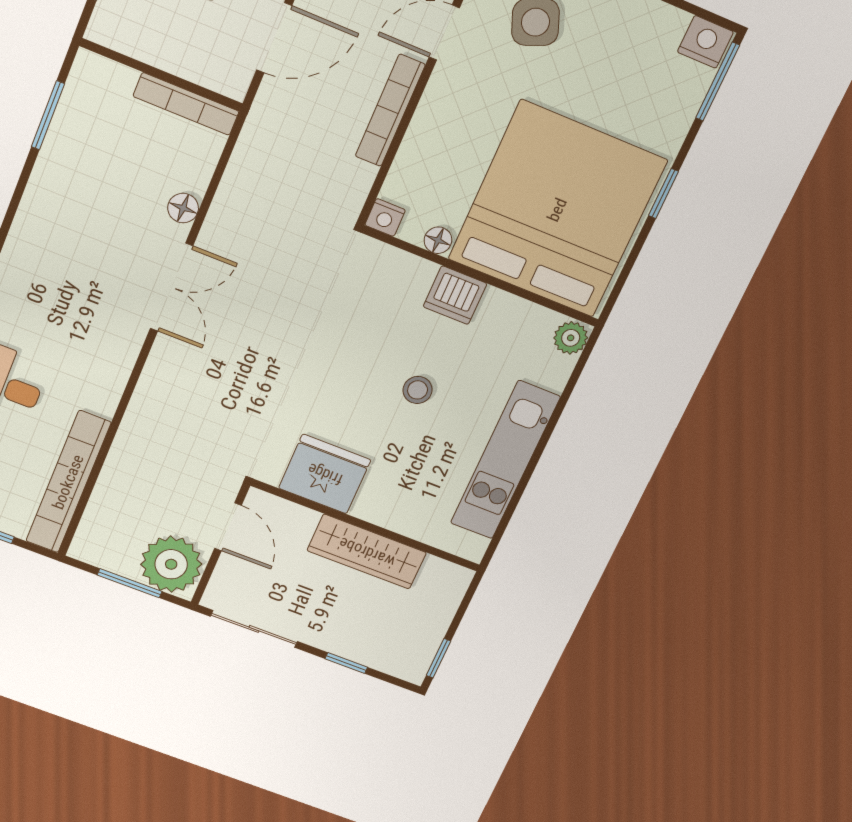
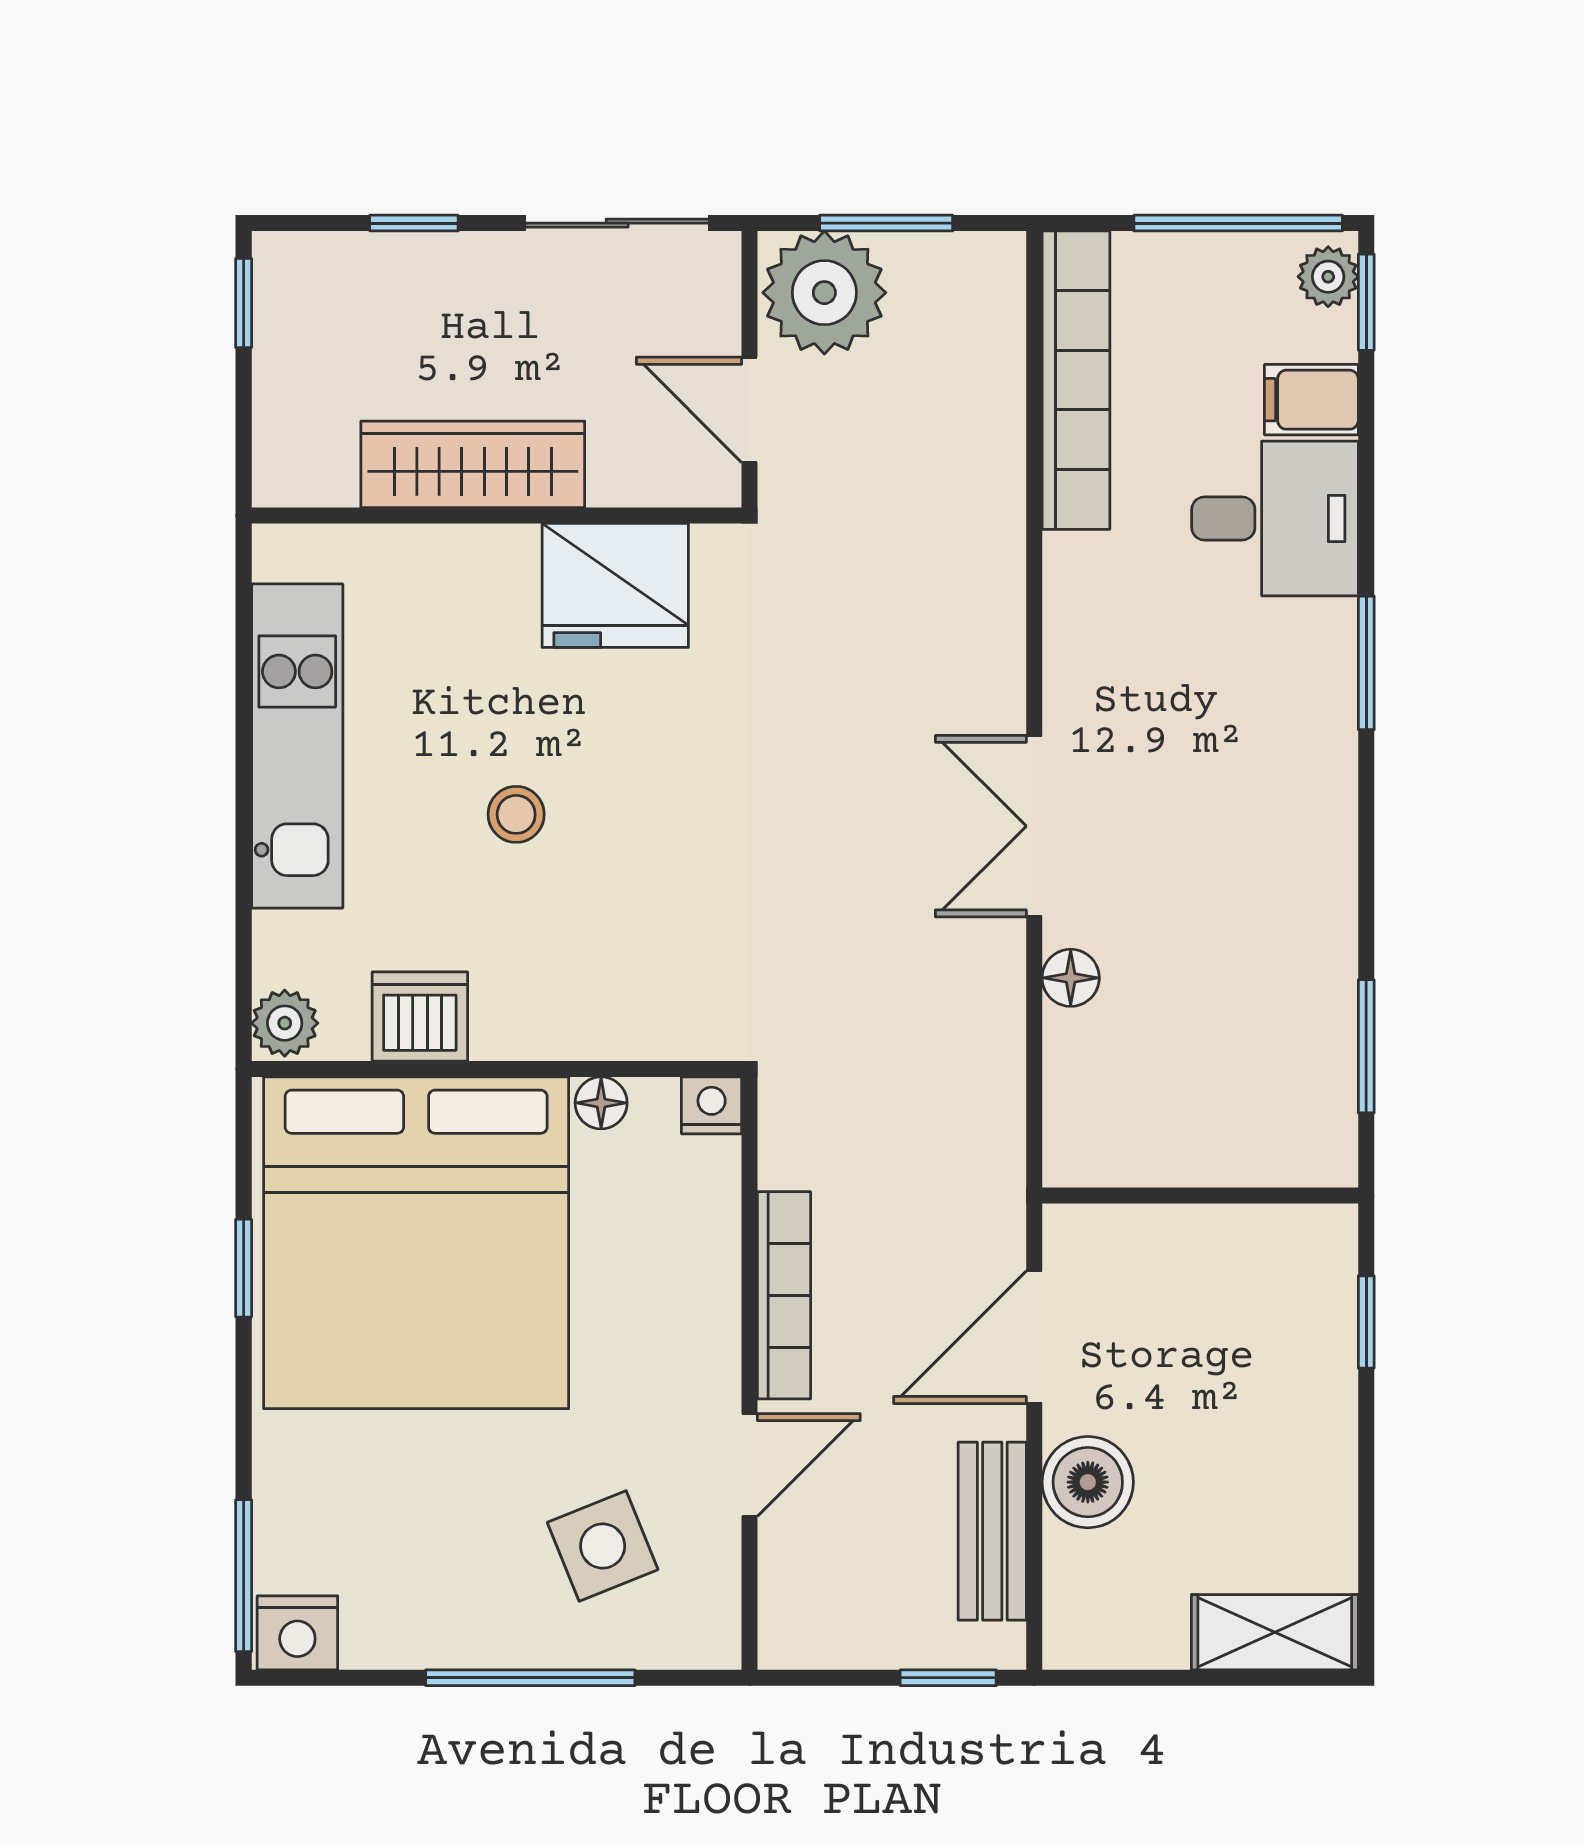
bookcase: (186, 104) -> (1138, 1163), removed
window: (663, 194) -> (244, 1268), moved
dishwasher: (455, 295) -> (420, 1016), moved

